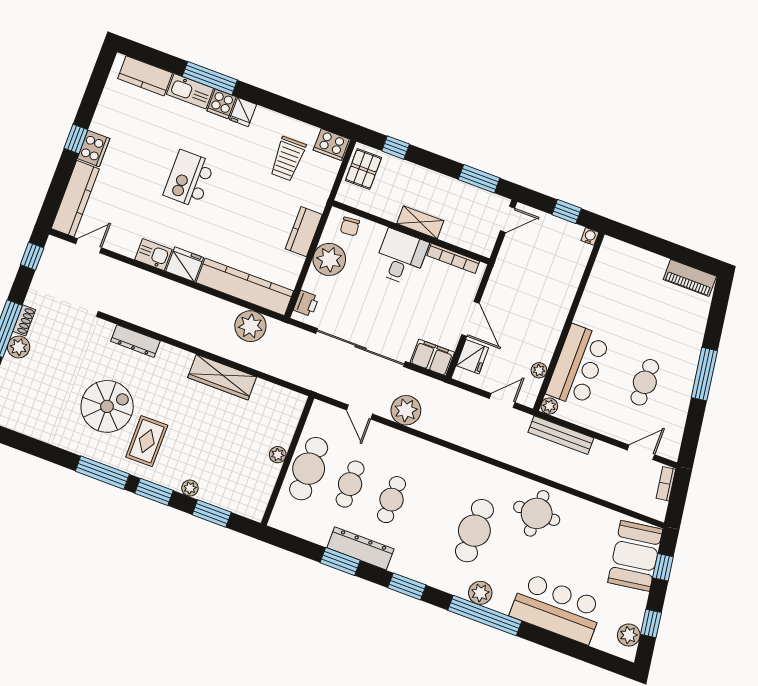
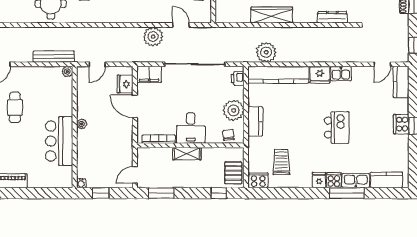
kitchen counter: (75, 199) -> (401, 82), width x0.67
bar counter: (578, 366) -> (59, 141), moved
plant: (539, 370) -> (82, 124), moved

